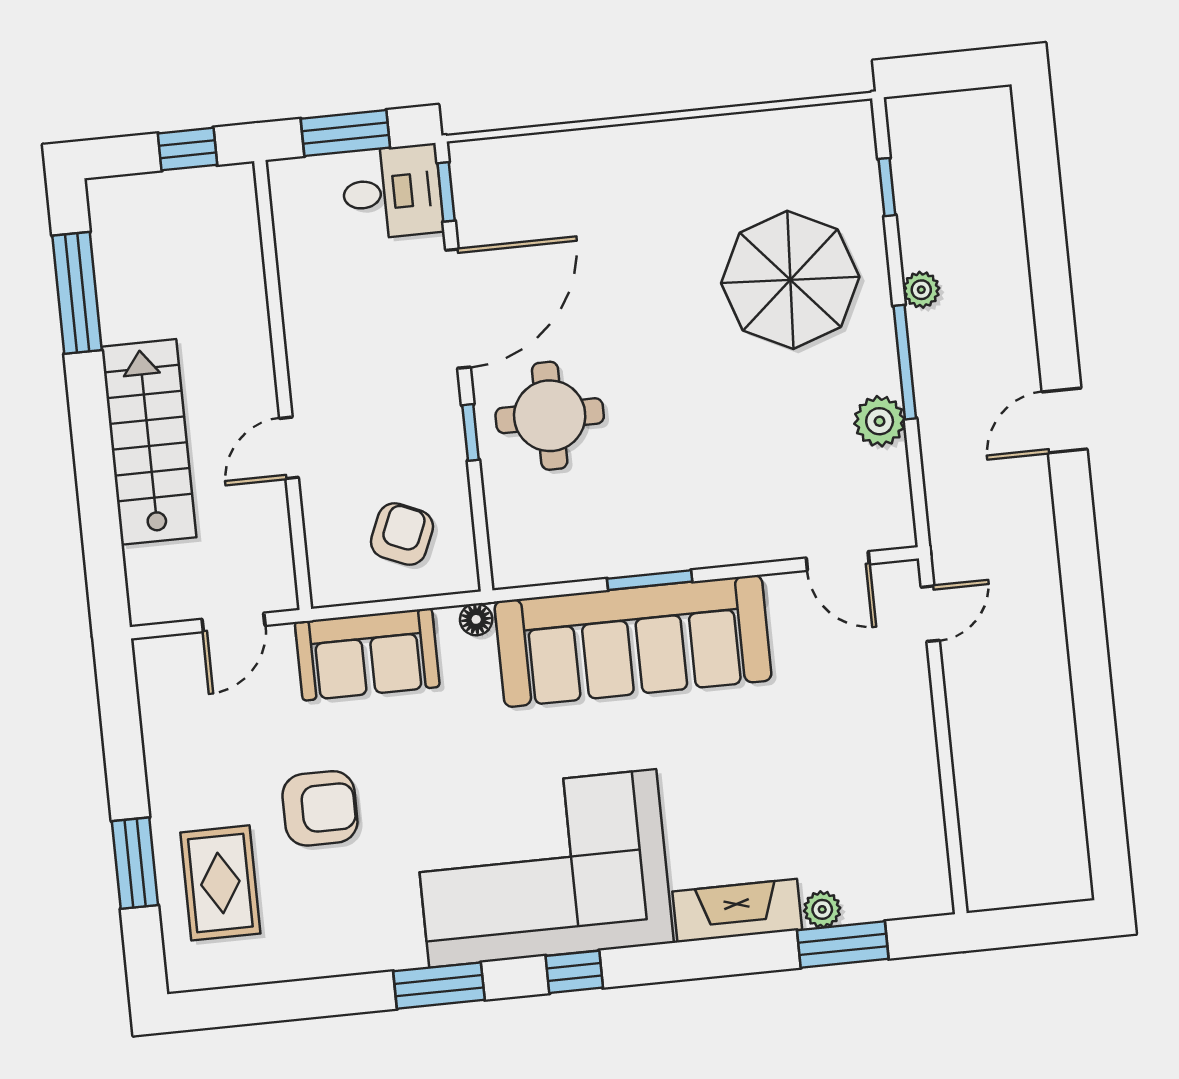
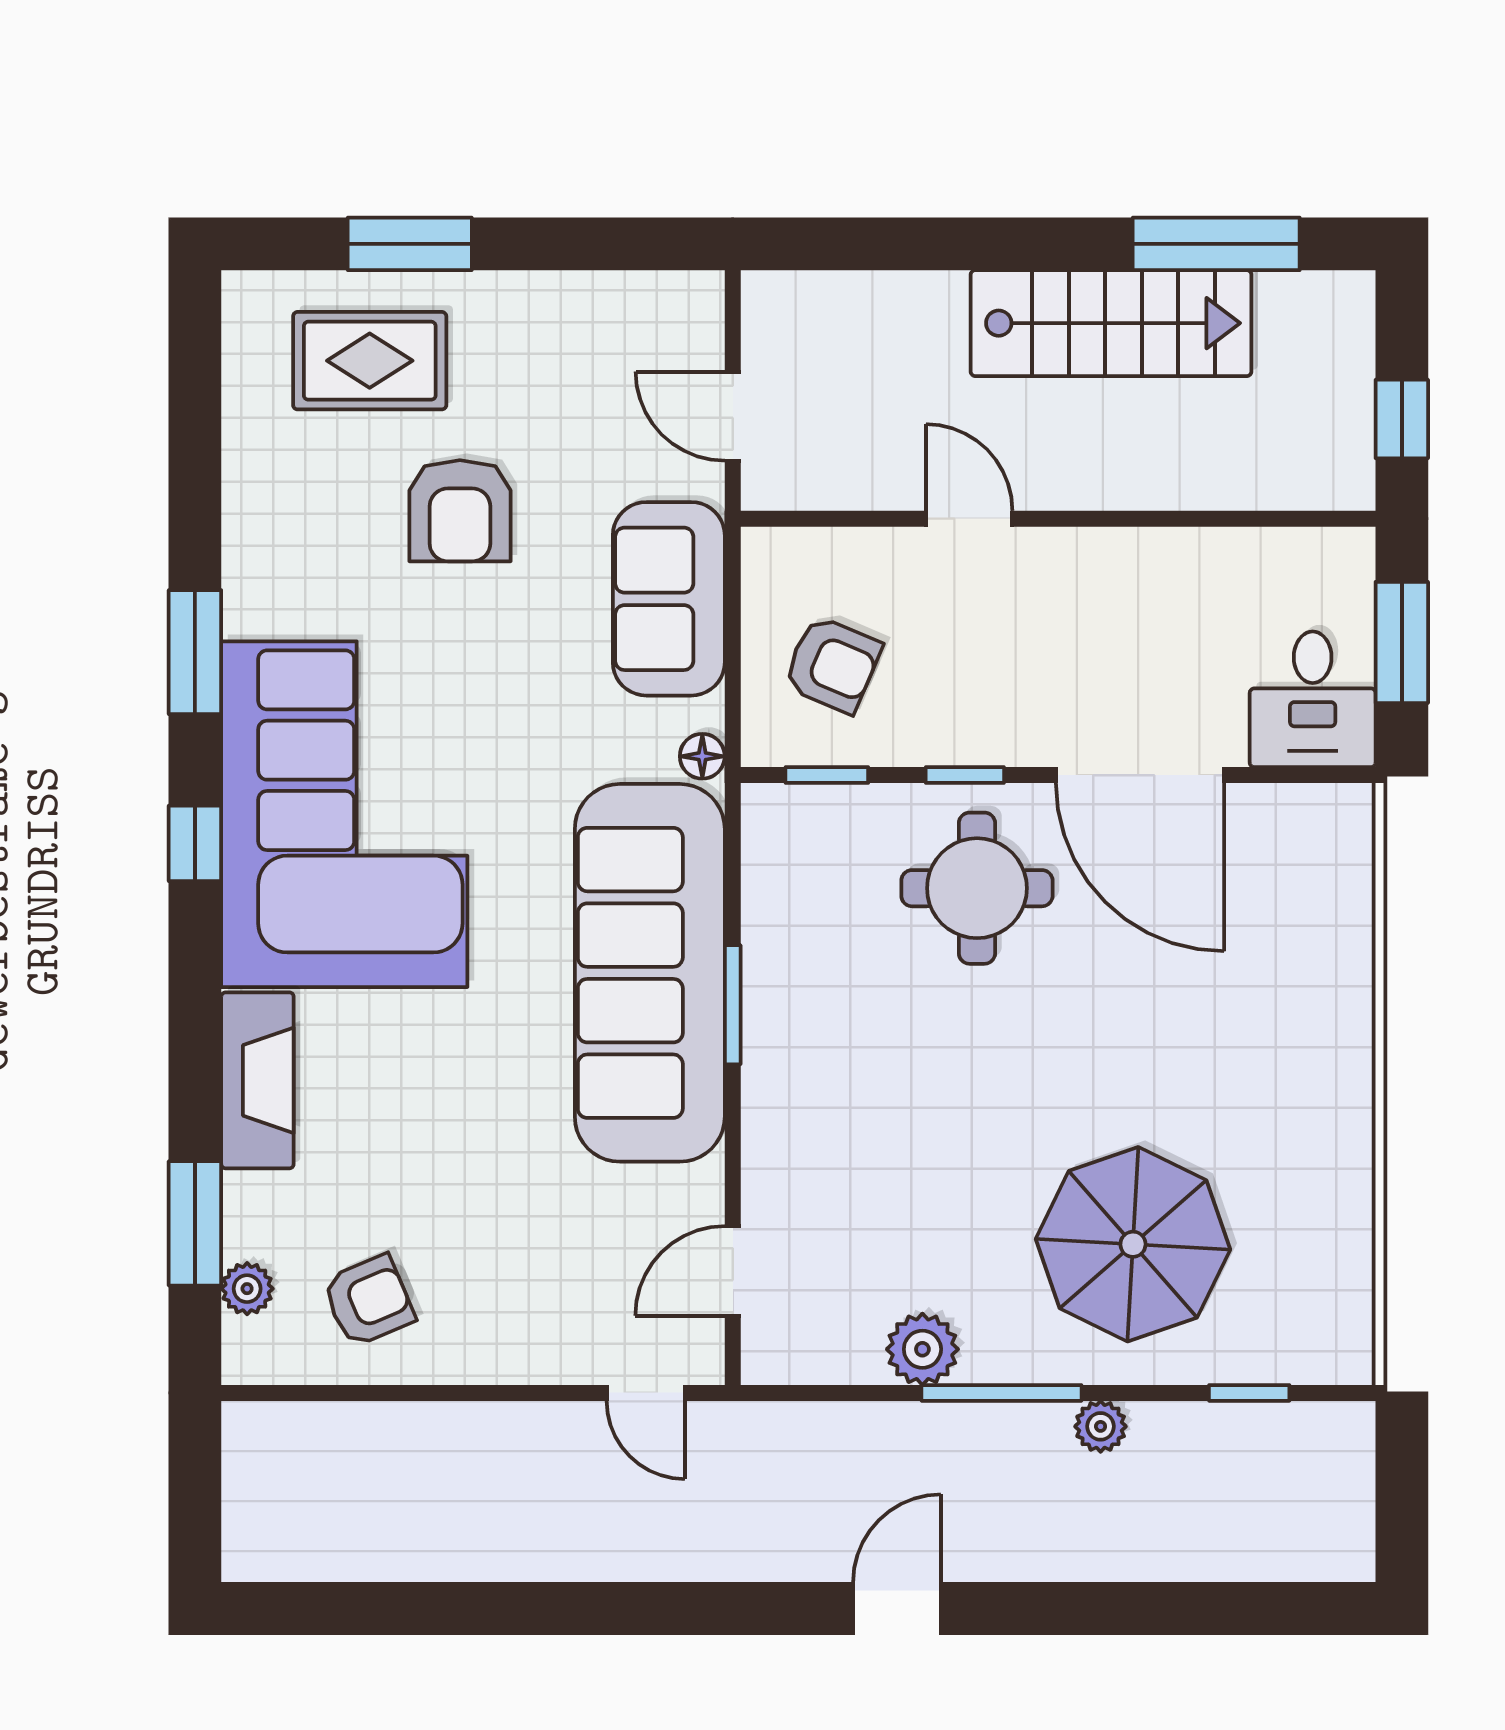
window: (446, 192) -> (827, 775), moved
door: (1065, 420) -> (897, 1609), hinge flipped
stairs: (149, 442) -> (1111, 323), moved
armchair: (885, 816) -> (369, 1301), added
plant: (822, 909) -> (247, 1289), moved

